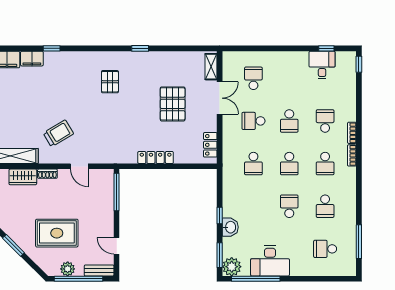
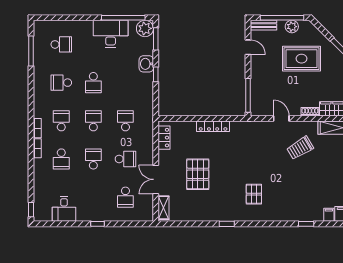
window: (326, 48) -> (97, 224), moved
filing cabinet: (32, 59) -> (329, 215), width x0.50
school desk: (325, 206) -> (61, 83), turned -90

